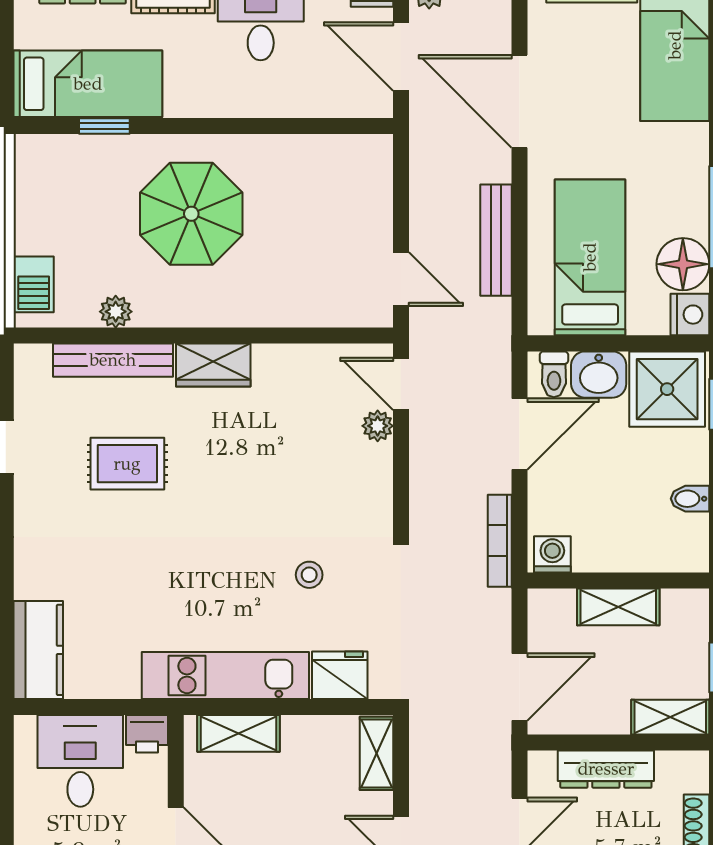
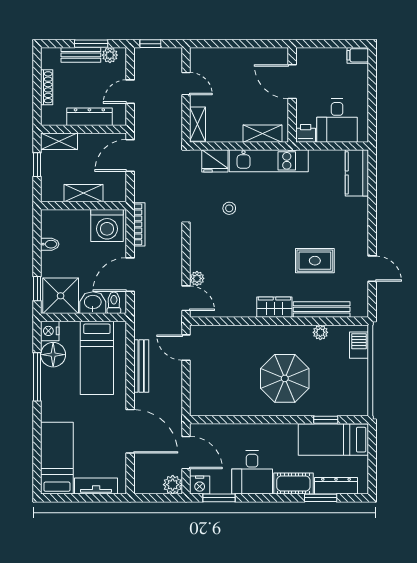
washing machine: (552, 554) -> (107, 226), width x1.89, depth x1.89

